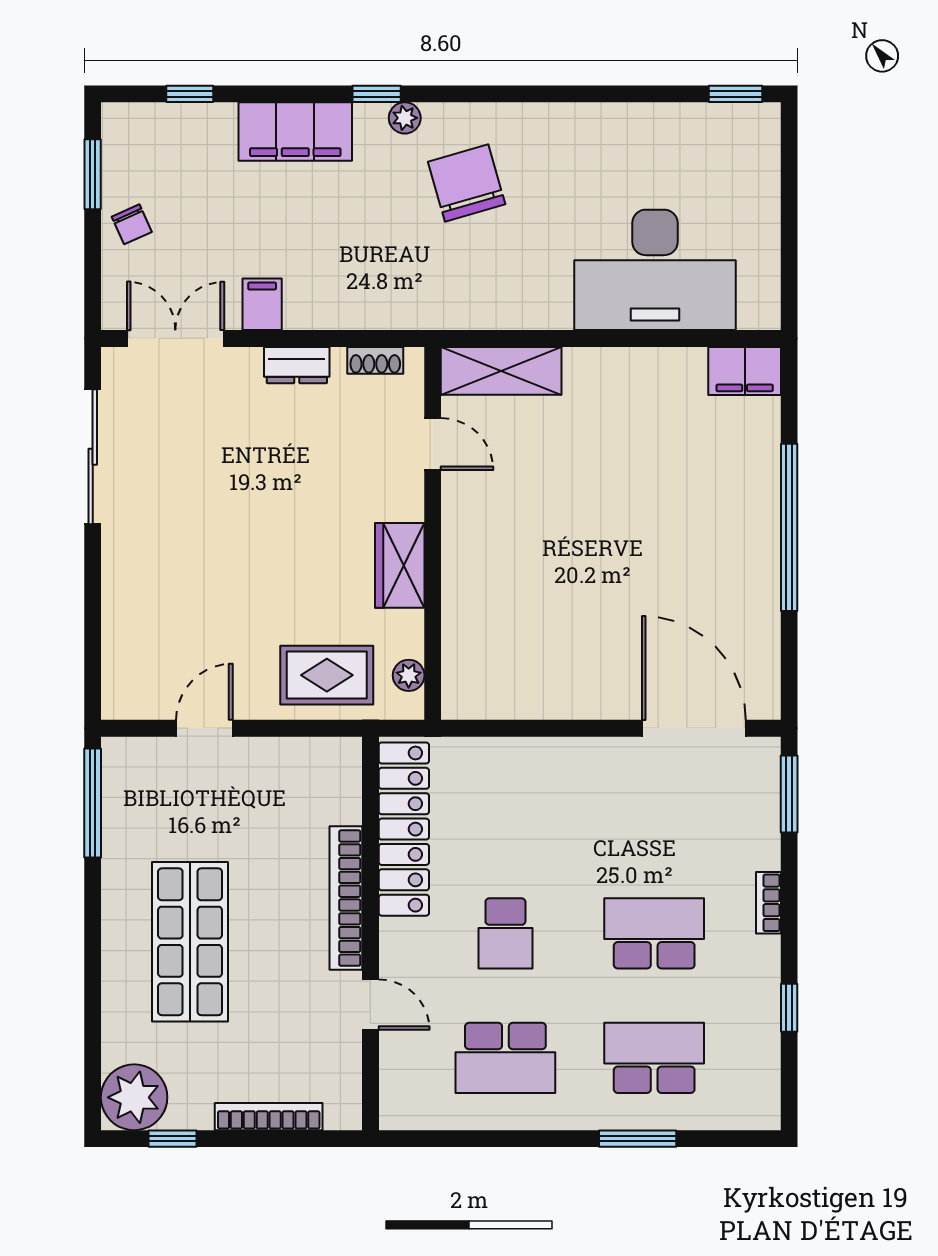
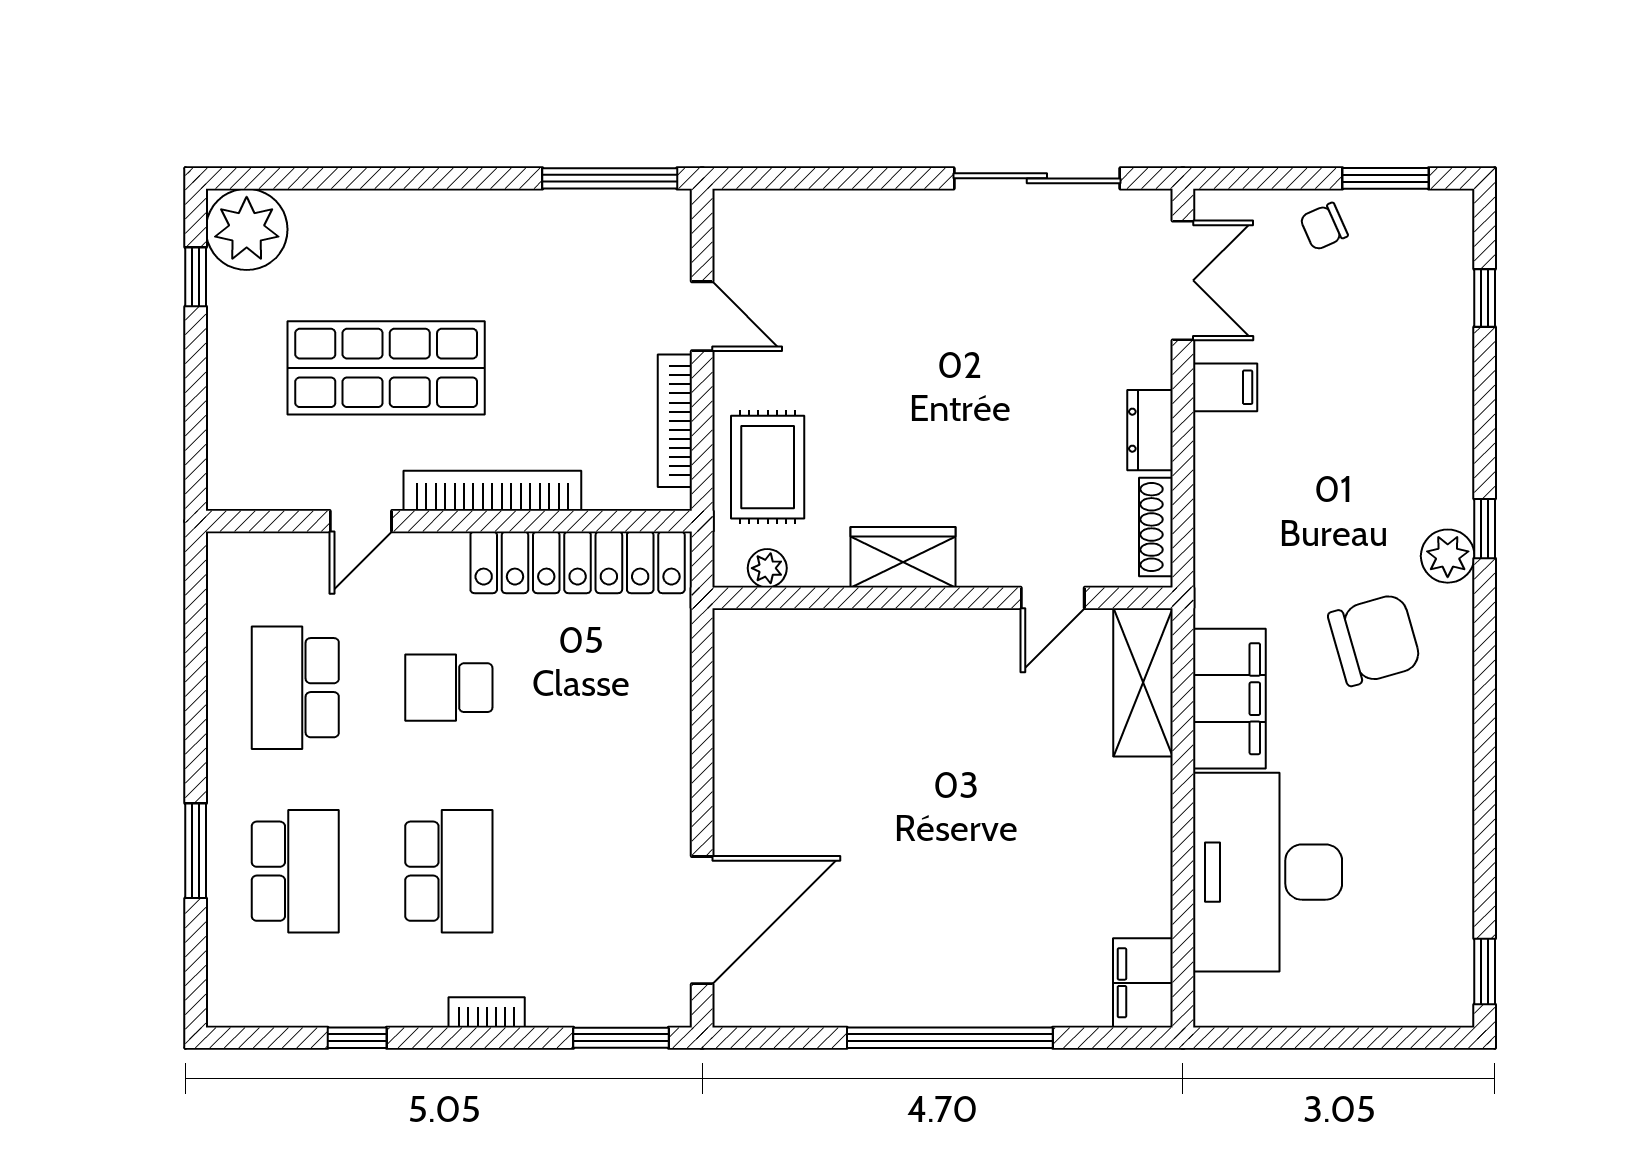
plant: (405, 118) -> (1448, 556), width x1.38, depth x1.38
filing cabinet: (295, 132) -> (1229, 699), moved, turned 180
shoe rack: (375, 360) -> (1156, 527), width x1.43
shop shelf: (190, 942) -> (386, 368), moved
bookcase: (269, 1117) -> (675, 421), moved, turned 180

